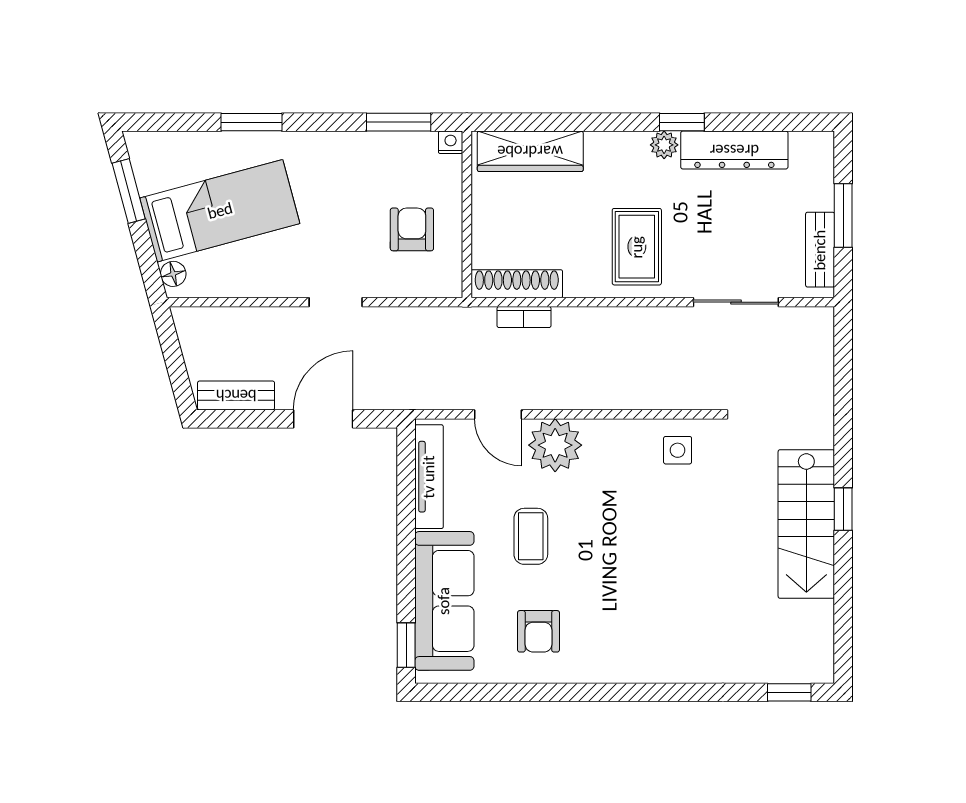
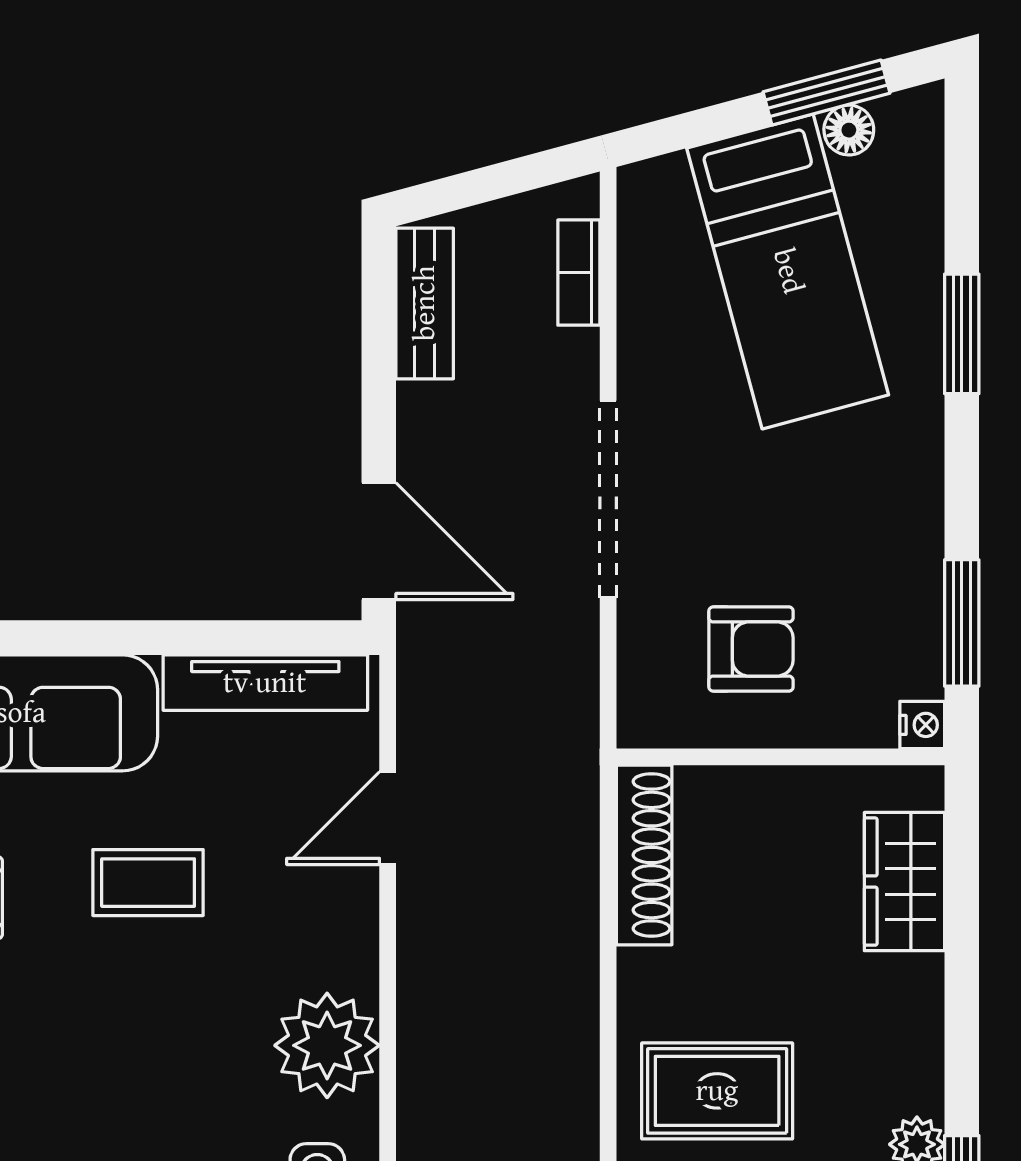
wardrobe: (530, 151) -> (904, 882), width x0.67
floor lamp: (173, 274) -> (849, 130), moved
doorway: (336, 302) -> (608, 499), width x1.87
bookcase: (524, 317) -> (579, 273), moved
door: (323, 419) -> (379, 541), moved
plant: (555, 445) -> (327, 1045), moved

